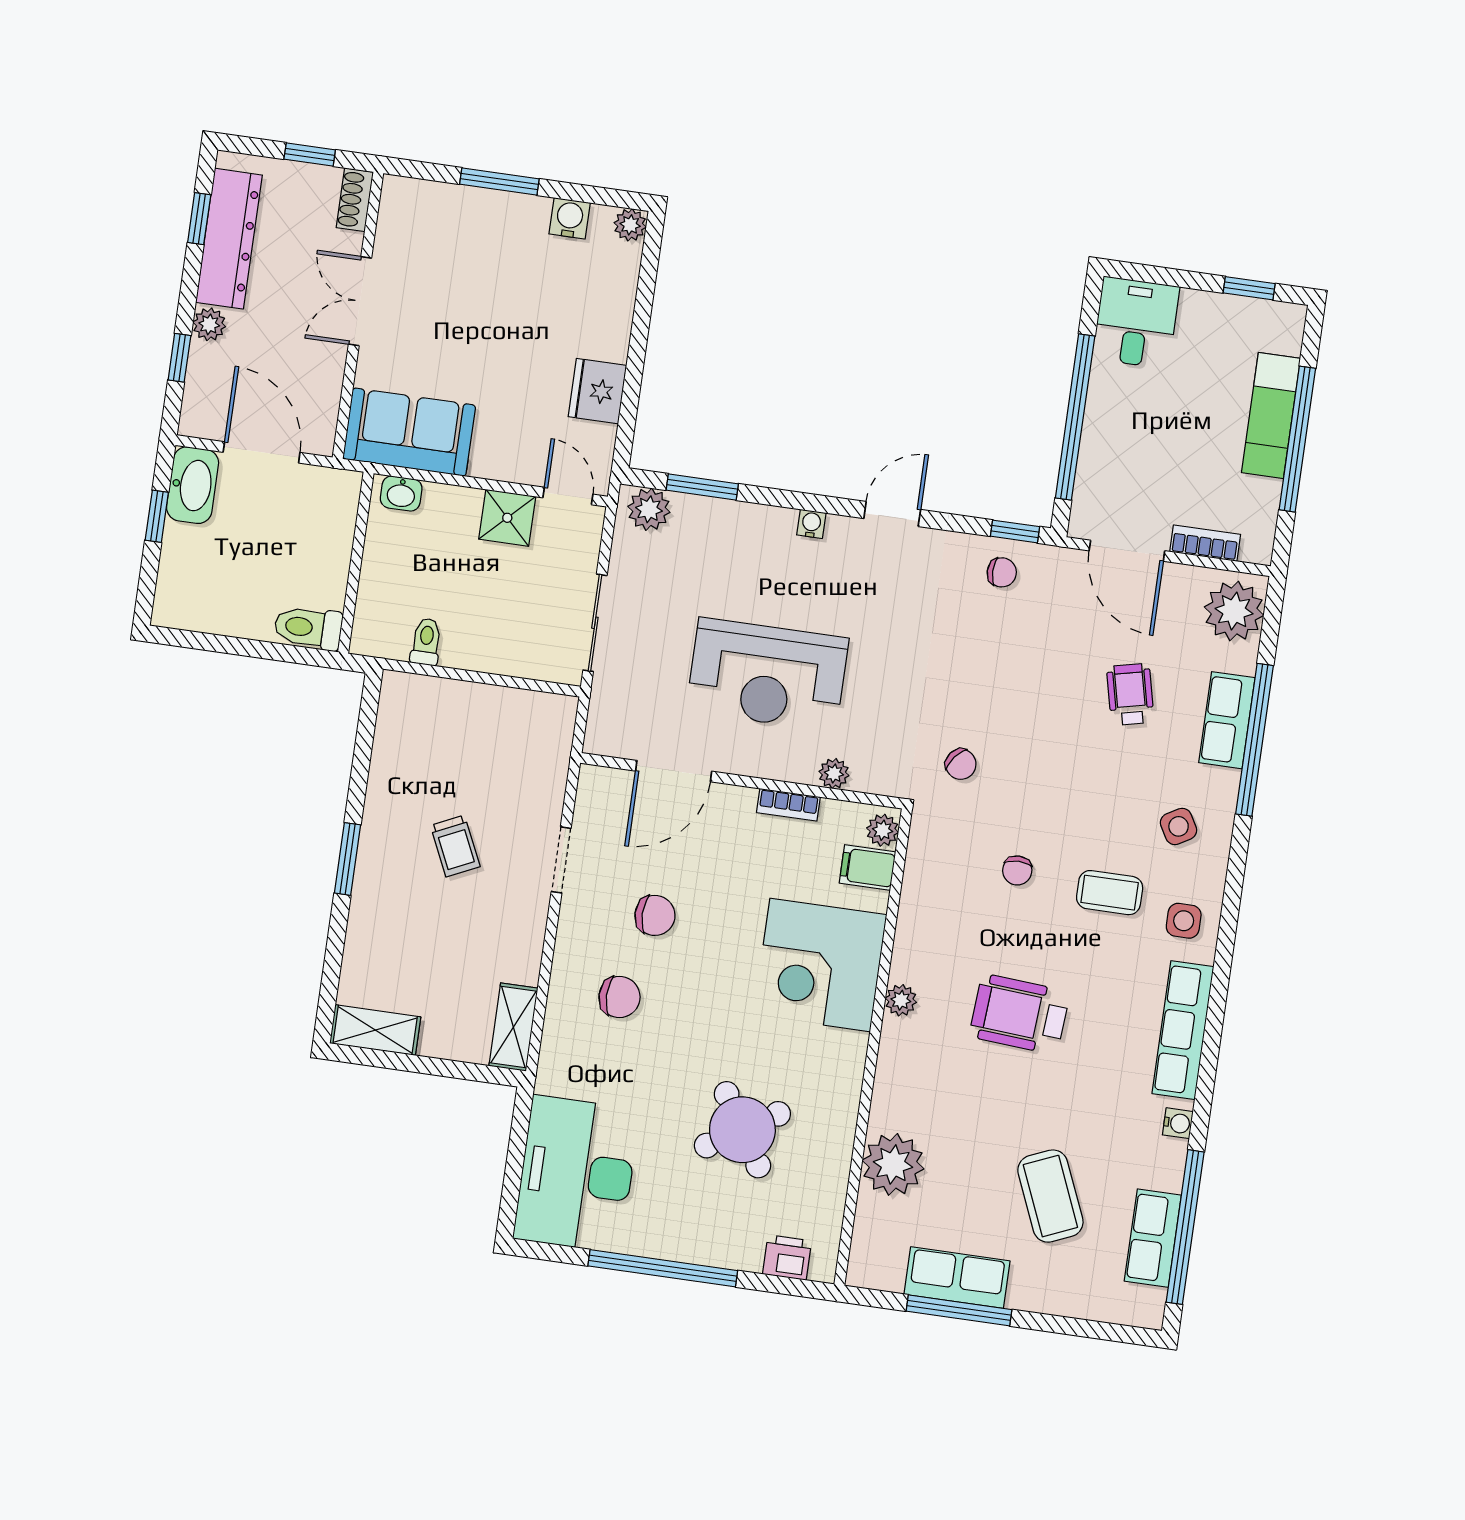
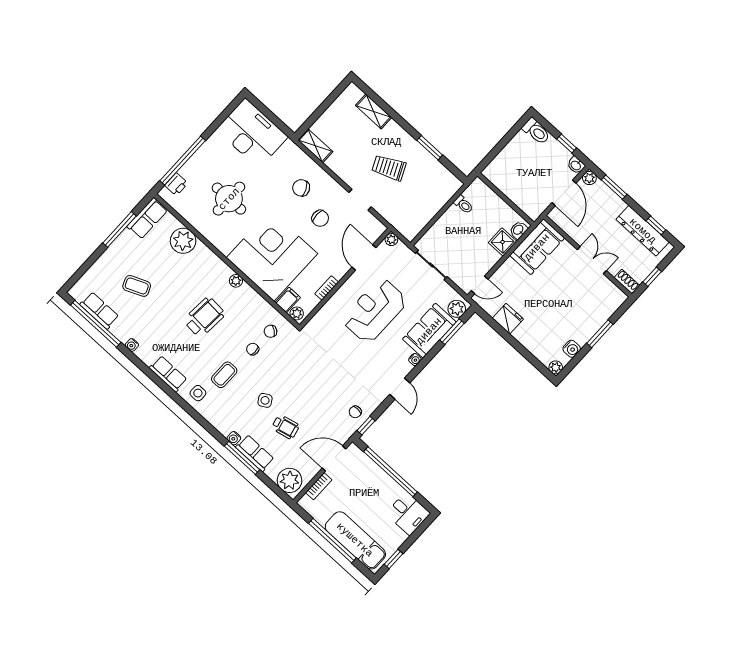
plant: (209, 324) -> (589, 178), moved
window: (179, 358) -> (614, 187), width x1.50
exam couch: (1271, 415) -> (355, 540), width x1.36, depth x1.45
door: (262, 452) -> (564, 193), hinge flipped
washbasin: (193, 485) -> (576, 165), width x0.52, depth x0.69
shower: (507, 518) -> (503, 242), moved
sofa: (732, 535) -> (429, 331), added
toilet: (308, 628) -> (536, 131), moved, turned 90
window: (1255, 740) -> (242, 458), width x0.68
chair: (961, 764) -> (270, 331), moved
plant: (834, 773) -> (391, 240), moved
water cooler: (1226, 784) -> (234, 438), added
side table: (1179, 826) -> (265, 400), moved
trolley: (455, 846) -> (389, 168), width x1.36, depth x1.39
window: (348, 859) -> (430, 148), moved
chair: (655, 915) -> (320, 218), turned -90
corner desk: (820, 965) -> (272, 256), width x1.36, depth x1.36
chair: (619, 997) -> (301, 188), turned 64
shelving: (375, 1030) -> (374, 111), moved, turned 90
row of seats: (1183, 1030) -> (168, 374), width x0.68
round table: (742, 1130) -> (229, 199), turned 32
coffee table: (1050, 1196) -> (137, 286), width x0.73, depth x0.77
window: (663, 1268) -> (183, 161), moved
row of seats: (957, 1278) -> (147, 218), moved

